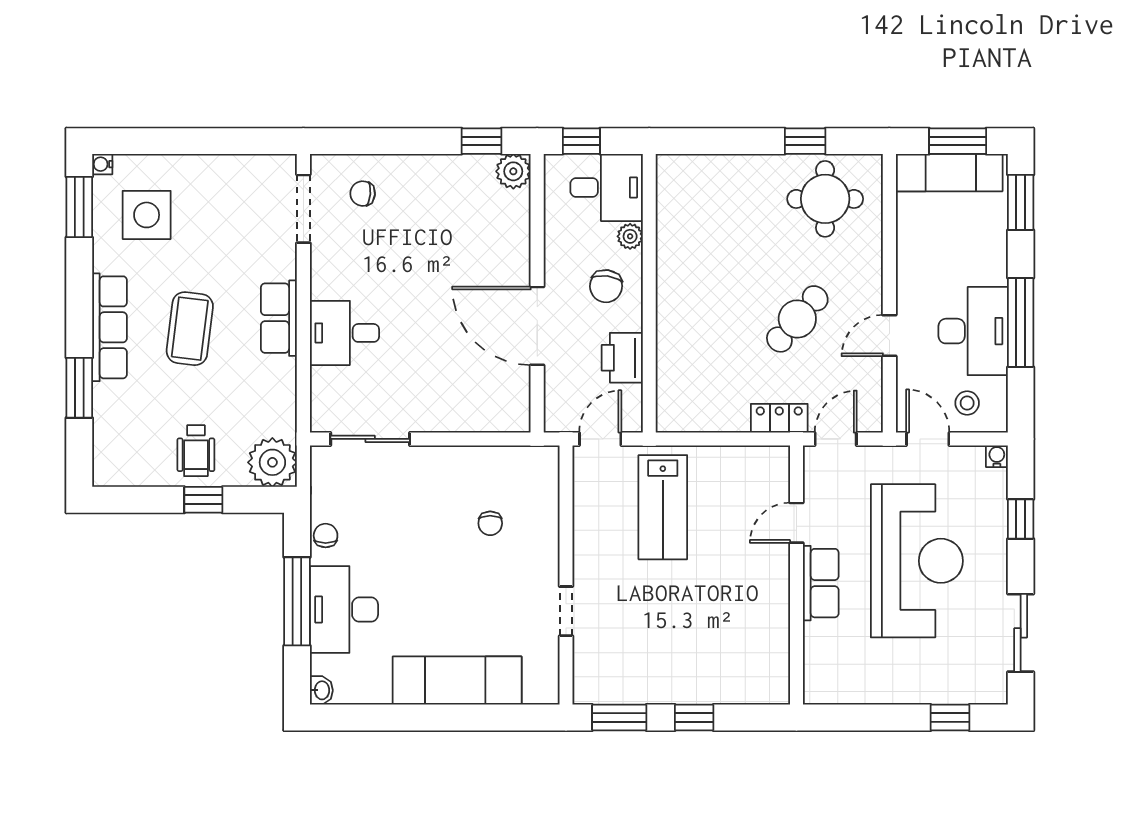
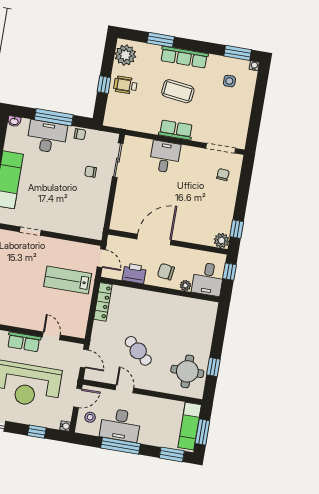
side table: (147, 215) -> (229, 81), width x0.54, depth x0.54
locker: (779, 418) -> (103, 302), moved, width x1.53
plant: (272, 462) -> (125, 55), moved
chair: (490, 523) -> (91, 172), moved

